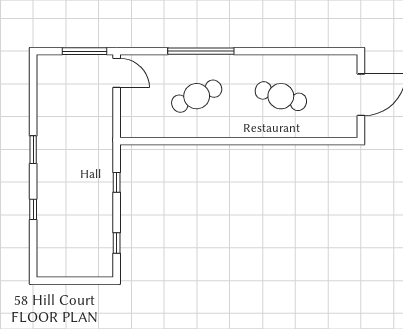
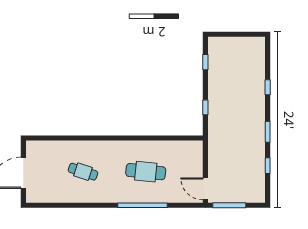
cafe table: (197, 96) -> (146, 172), turned 30
cafe table: (281, 96) -> (83, 172), width x0.73, depth x0.74
window: (33, 104) -> (268, 166), added

